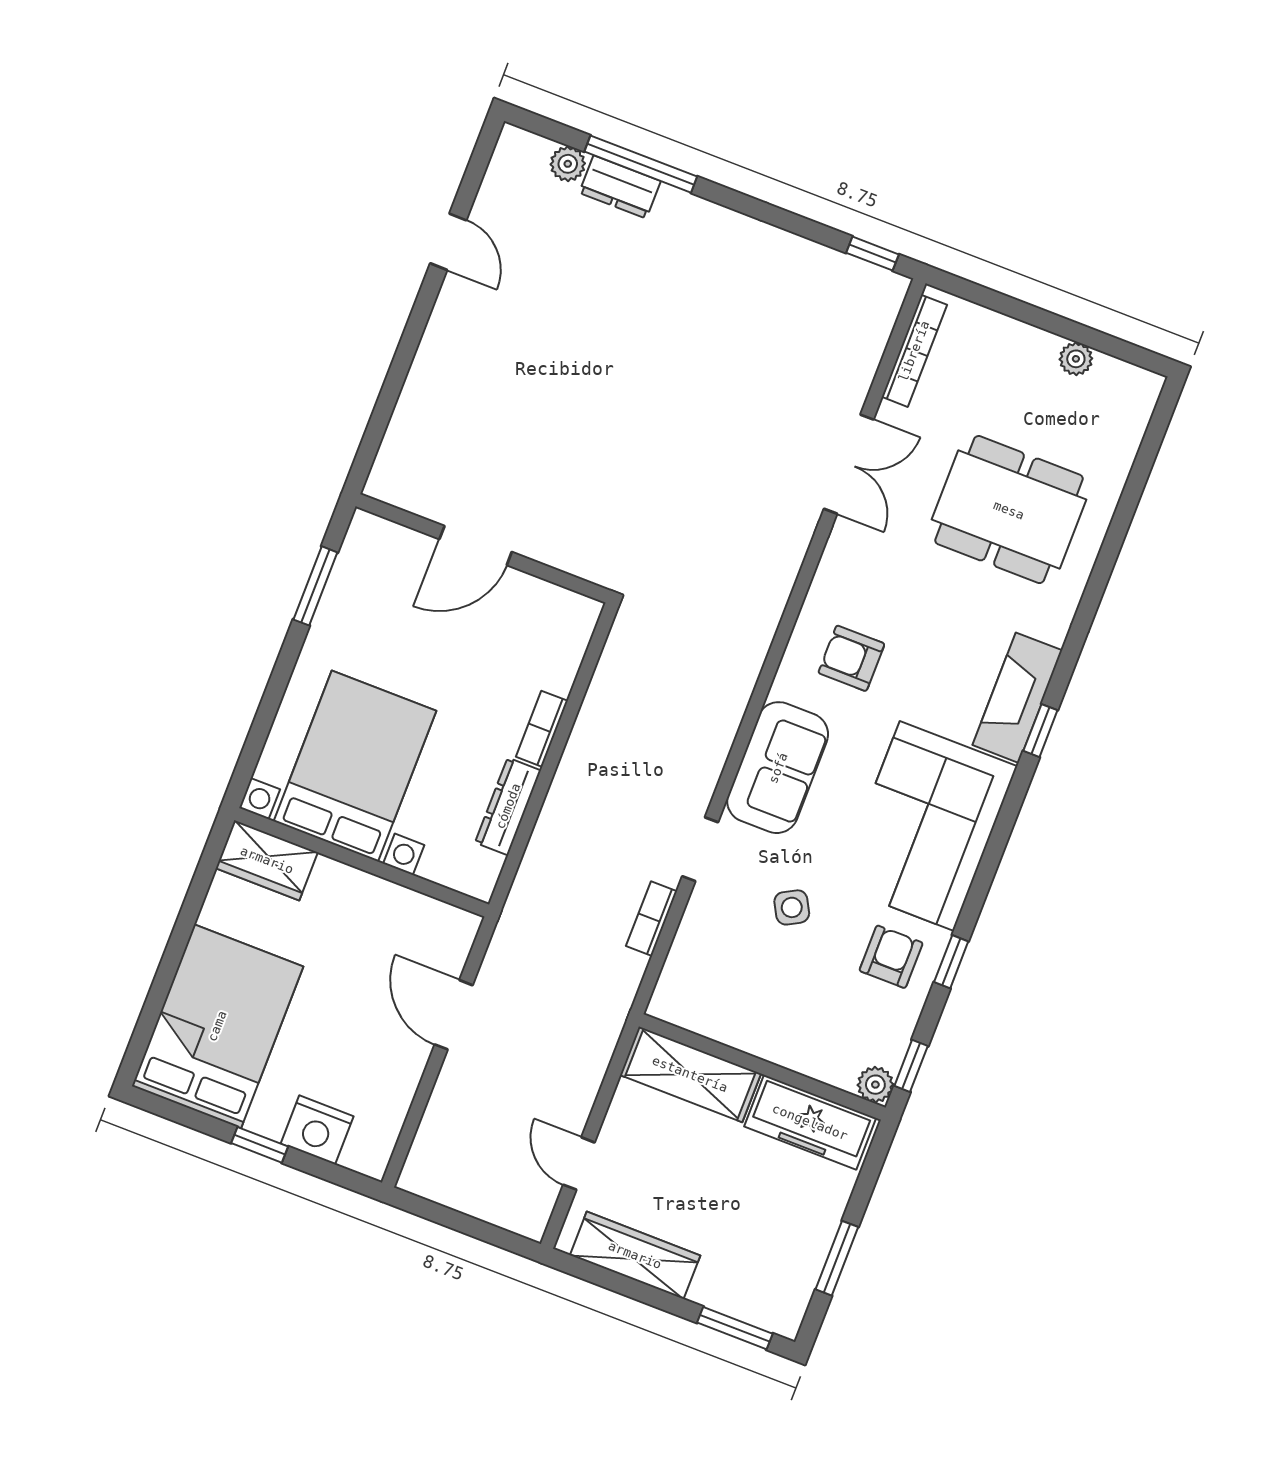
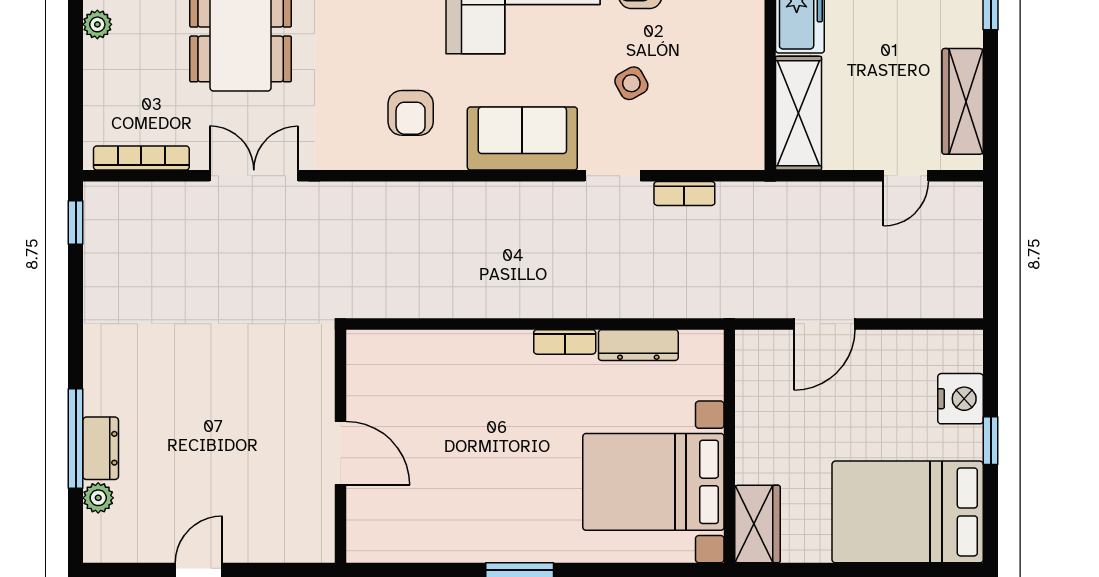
door: (476, 546) -> (340, 453), moved
wall: (483, 548) -> (340, 446), moved

